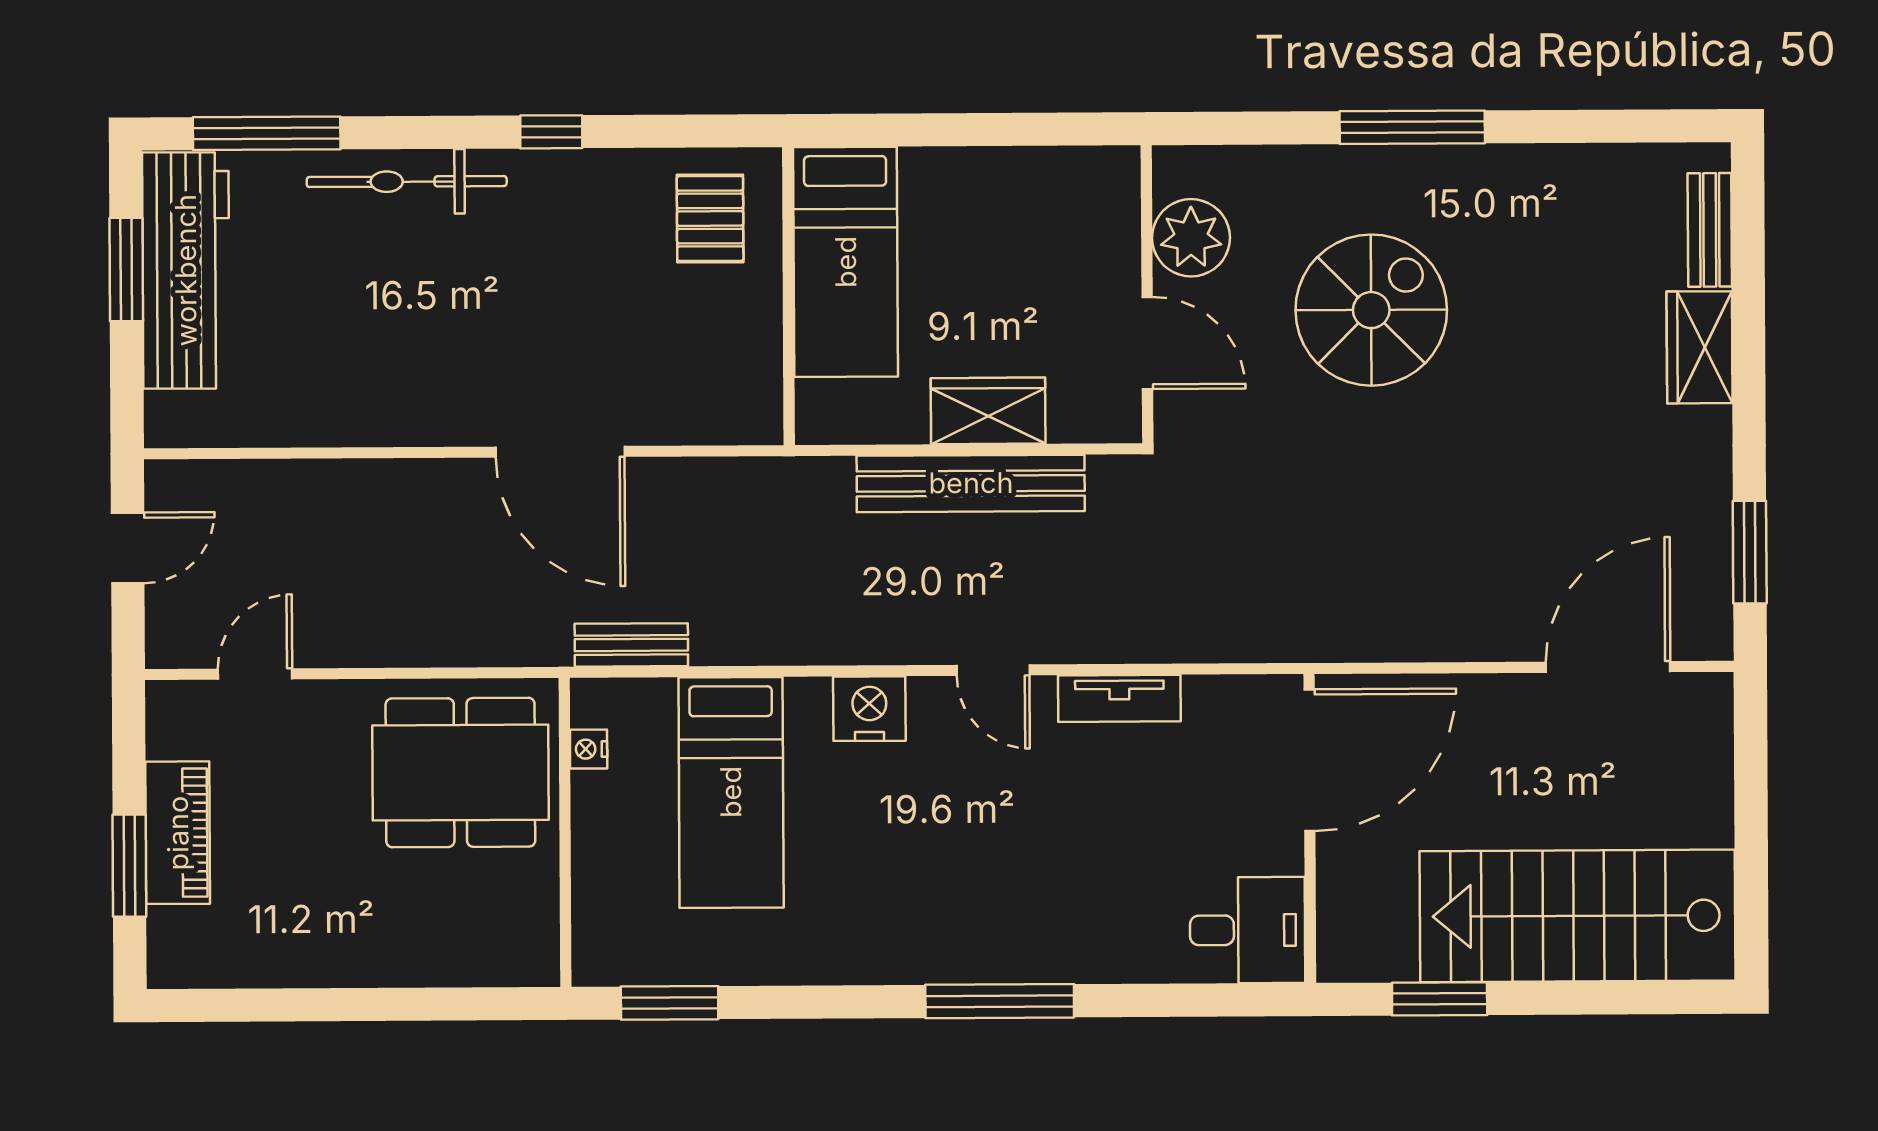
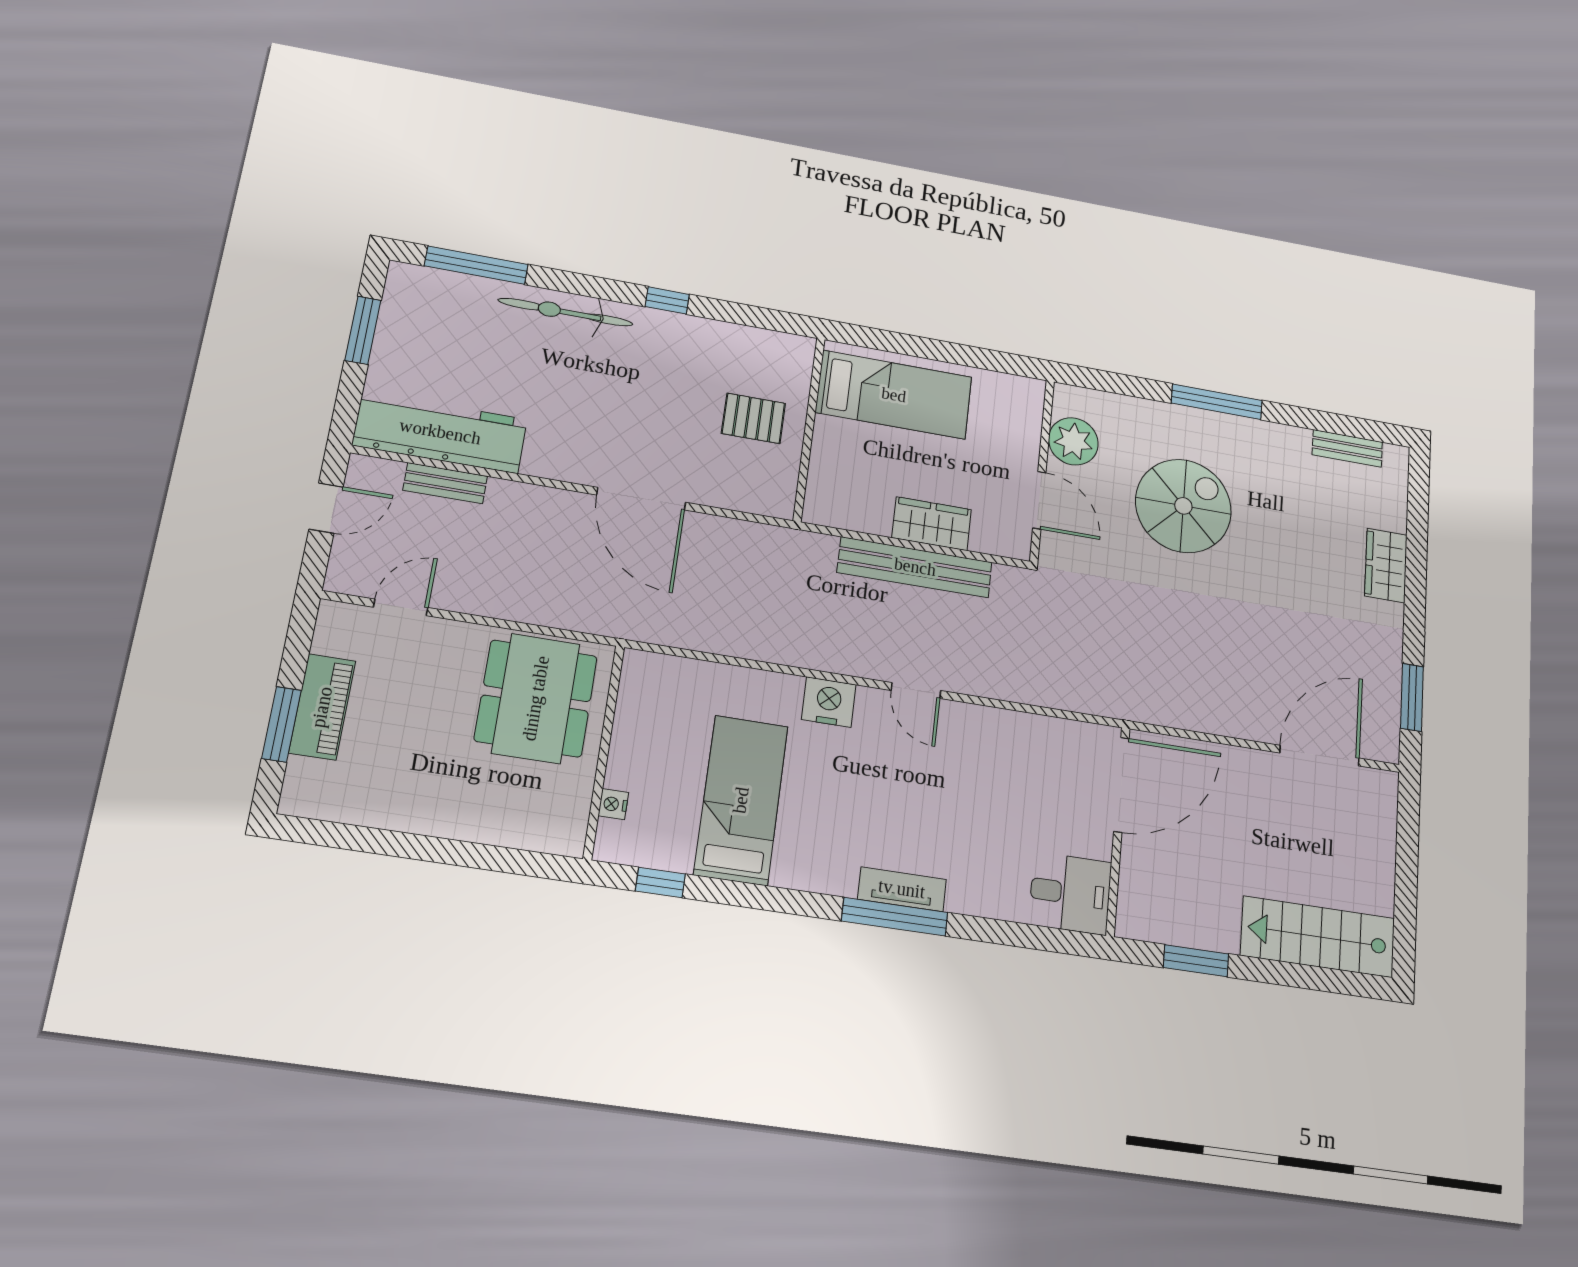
pallet: (710, 219) -> (753, 418), moved, turned 90
bench: (1710, 230) -> (1347, 448), moved, turned 90
bed: (846, 262) -> (894, 395), moved, turned -90
workbench: (186, 270) -> (440, 432), moved, turned -90
bench: (631, 645) -> (445, 483), moved
tv unit: (1119, 698) -> (902, 889), moved, turned 180
nightstand: (589, 749) -> (613, 804), moved
dining table: (460, 773) -> (536, 698), turned 90
bed: (731, 792) -> (741, 800), moved, turned 180
stairs: (1578, 916) -> (1318, 937), width x0.73, depth x0.66
window: (670, 1003) -> (660, 883), width x0.67

